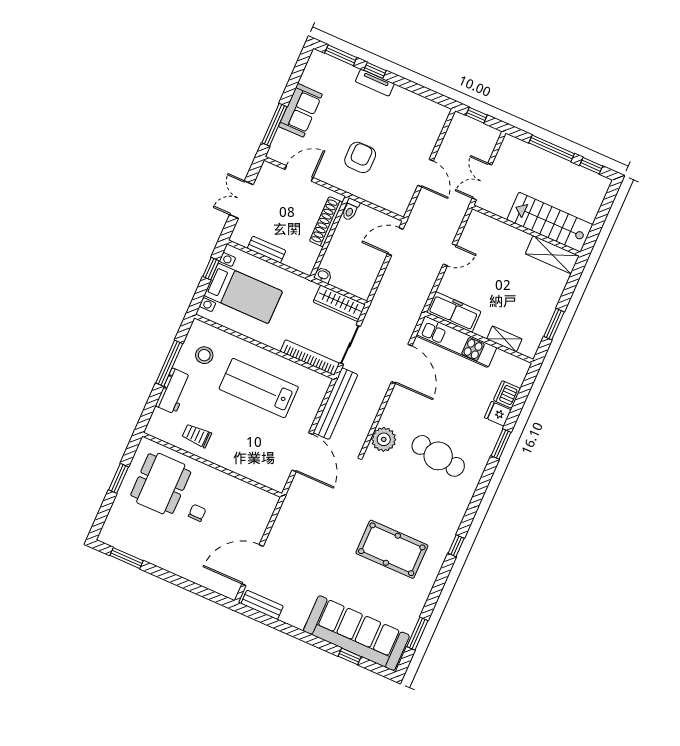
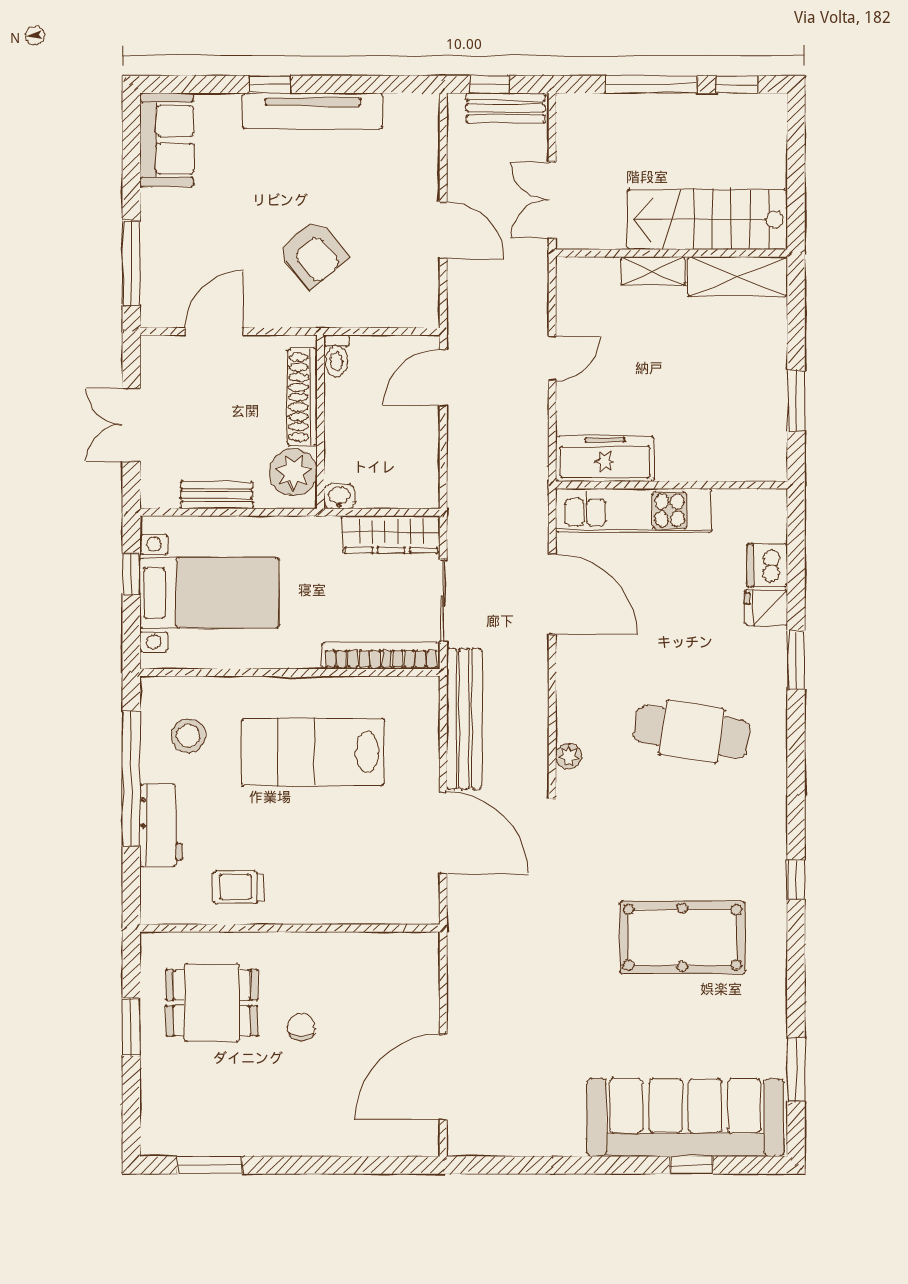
window: (341, 55) -> (196, 84), removed
tv unit: (375, 83) -> (313, 111), width x1.92, depth x1.29
sofa: (300, 110) -> (167, 140), moved
armchair: (360, 157) -> (313, 254), turned 140
plant: (307, 255) -> (293, 472), added
shelving: (504, 339) -> (653, 271), moved
window: (169, 363) -> (131, 779), width x1.46
plant: (384, 439) -> (569, 756), width x0.53, depth x0.53
dining table: (161, 484) -> (212, 1003), width x0.73
bench: (262, 605) -> (506, 108), moved

